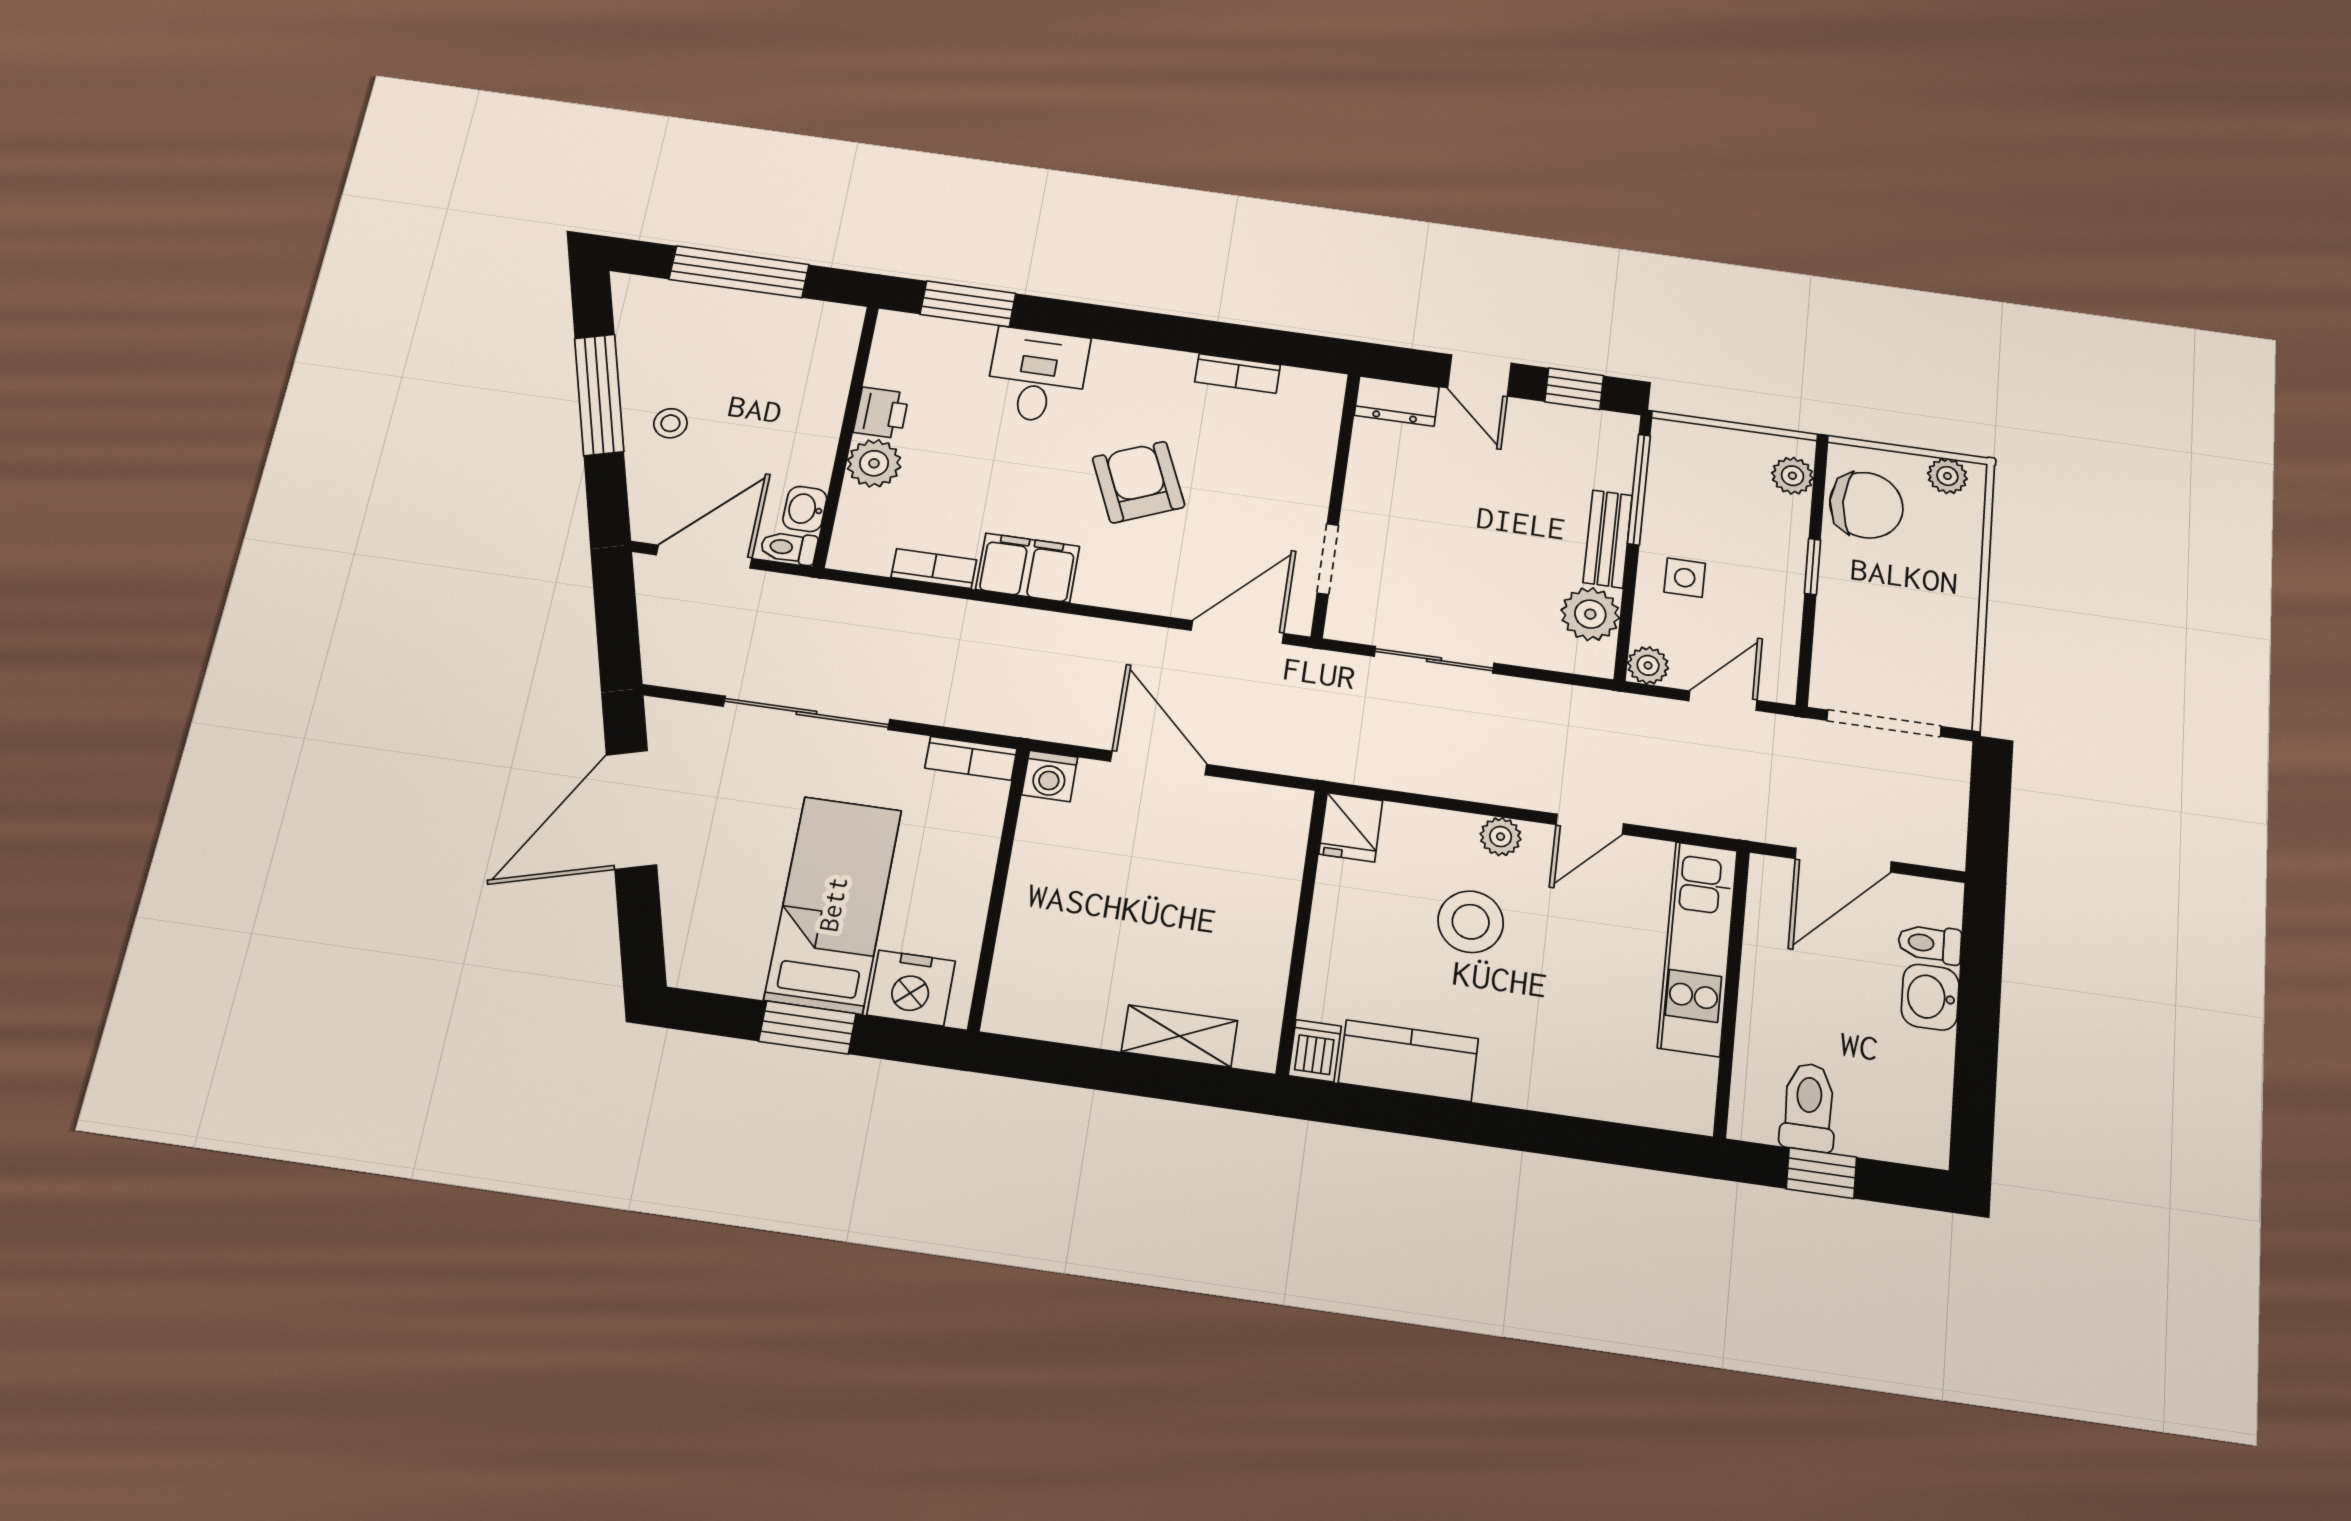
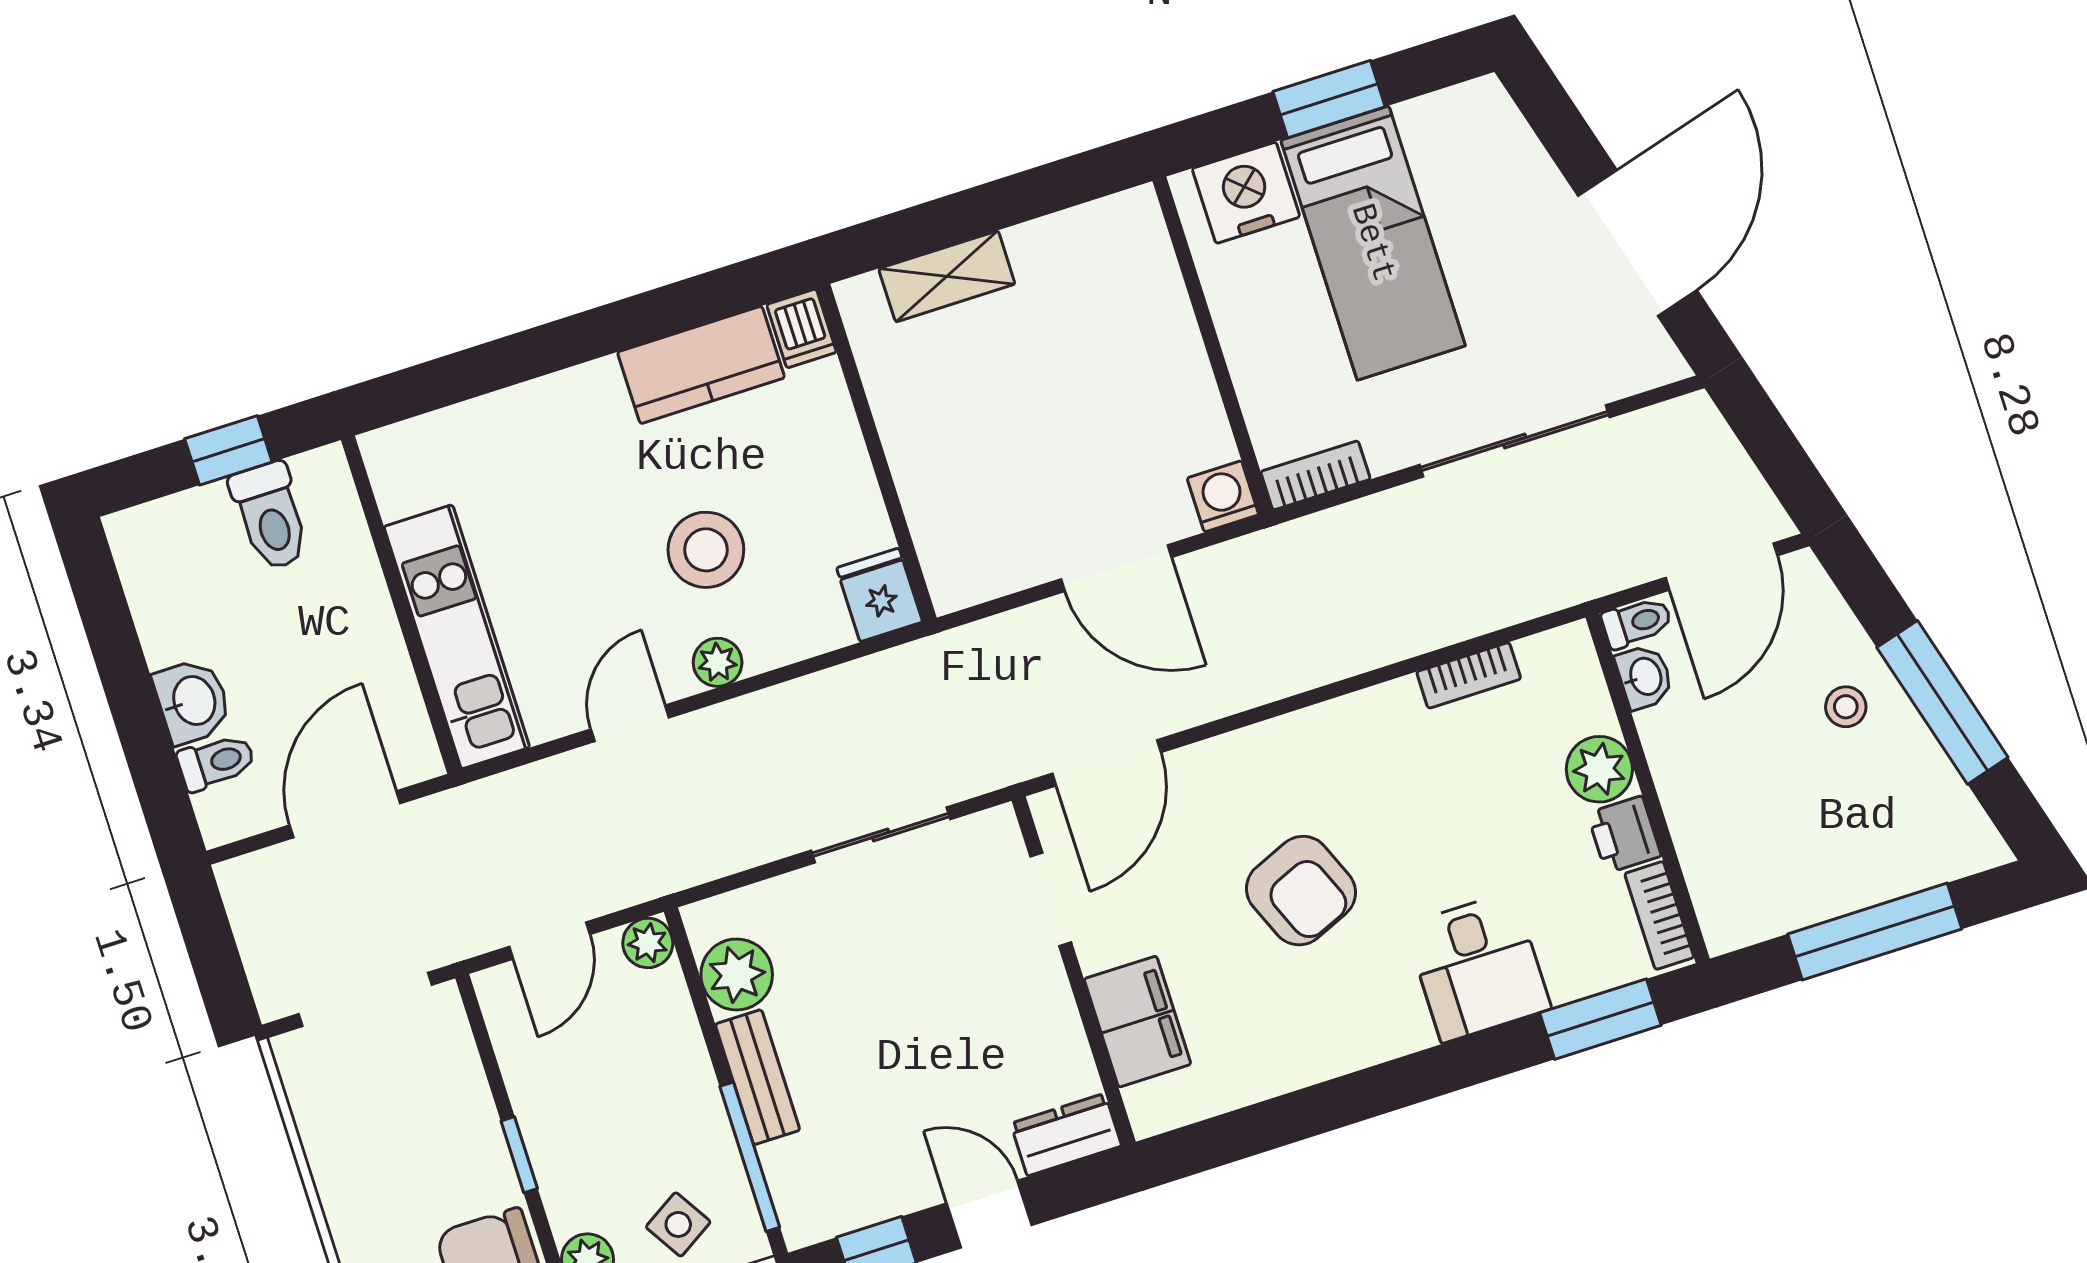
bookcase: (1238, 373) -> (1659, 915), moved, turned -90
filing cabinet: (1028, 568) -> (1137, 1022), moved, turned -90
side table: (1685, 578) -> (678, 1224), moved, turned -32

